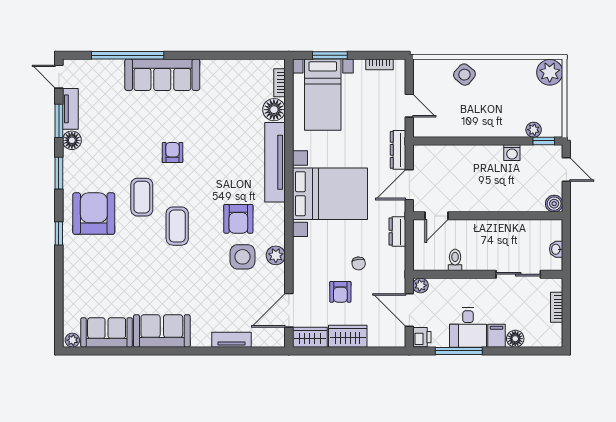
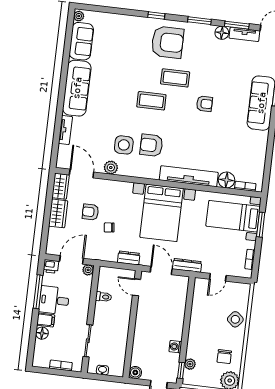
chair: (518, 84) -> (224, 357), added
plant: (276, 255) -> (111, 168), moved
sofa: (162, 331) -> (77, 88), width x1.36

